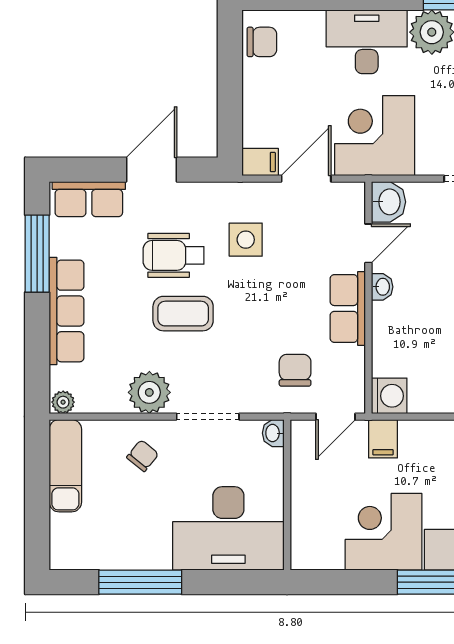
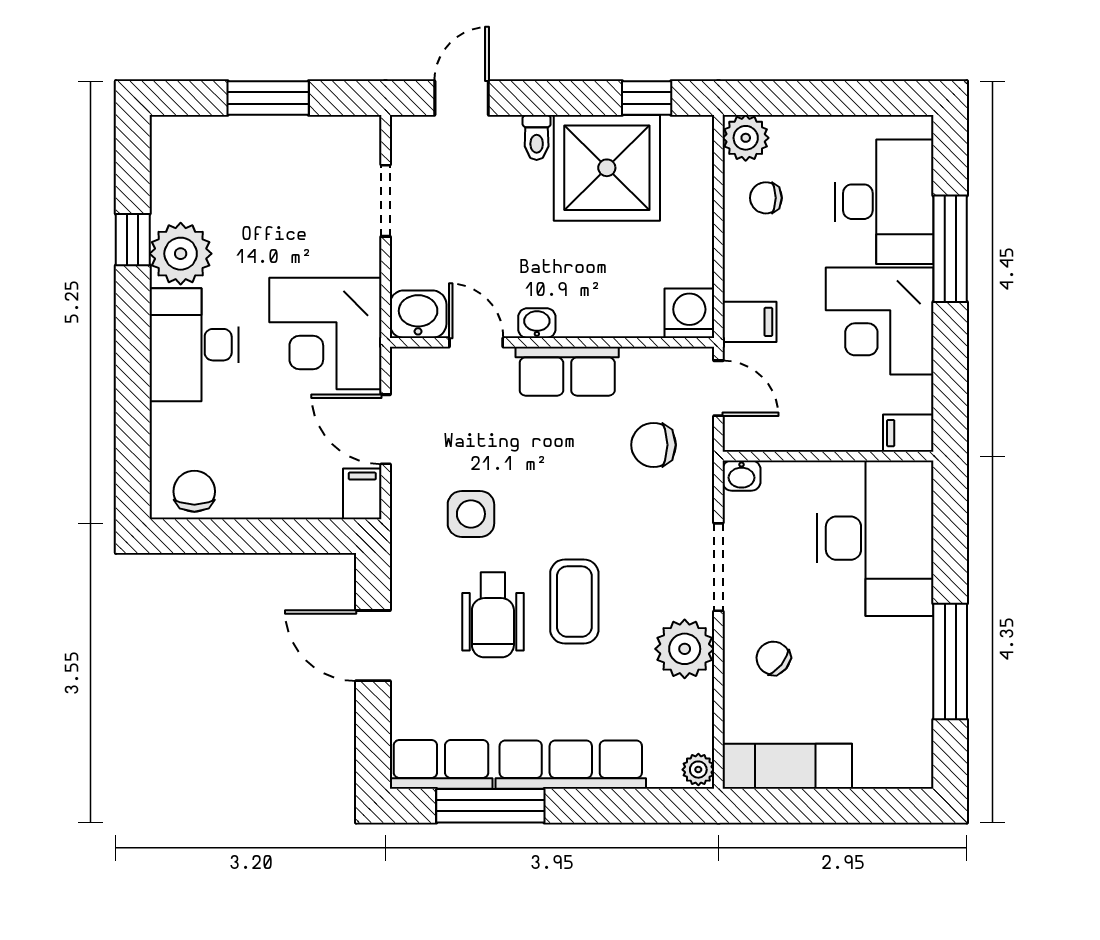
row of seats: (89, 199) -> (441, 764), moved, turned -90
filing cabinet: (304, 552) -> (908, 433), added

